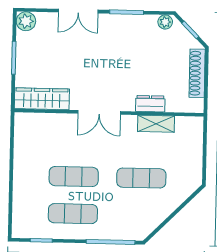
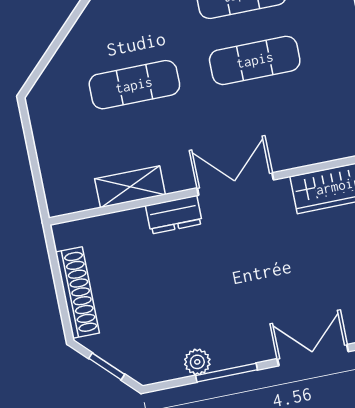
plant: (165, 22) -> (197, 362), moved
dresser: (150, 104) -> (174, 215), moved

